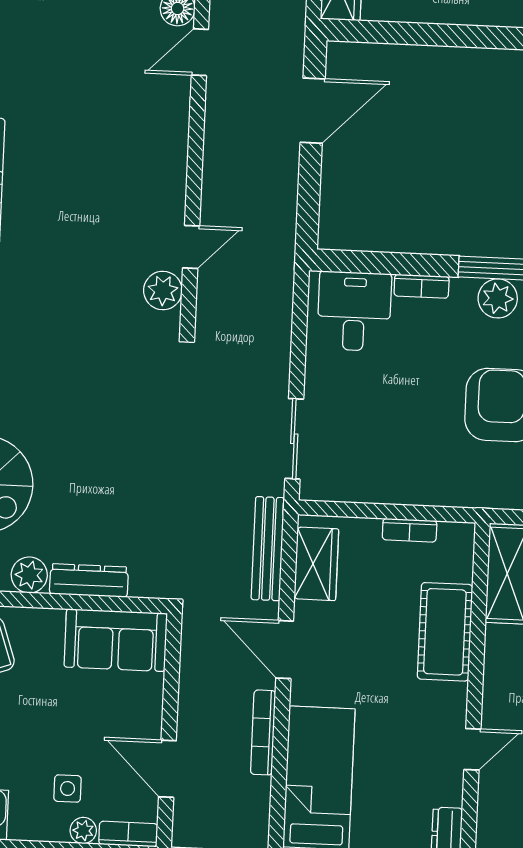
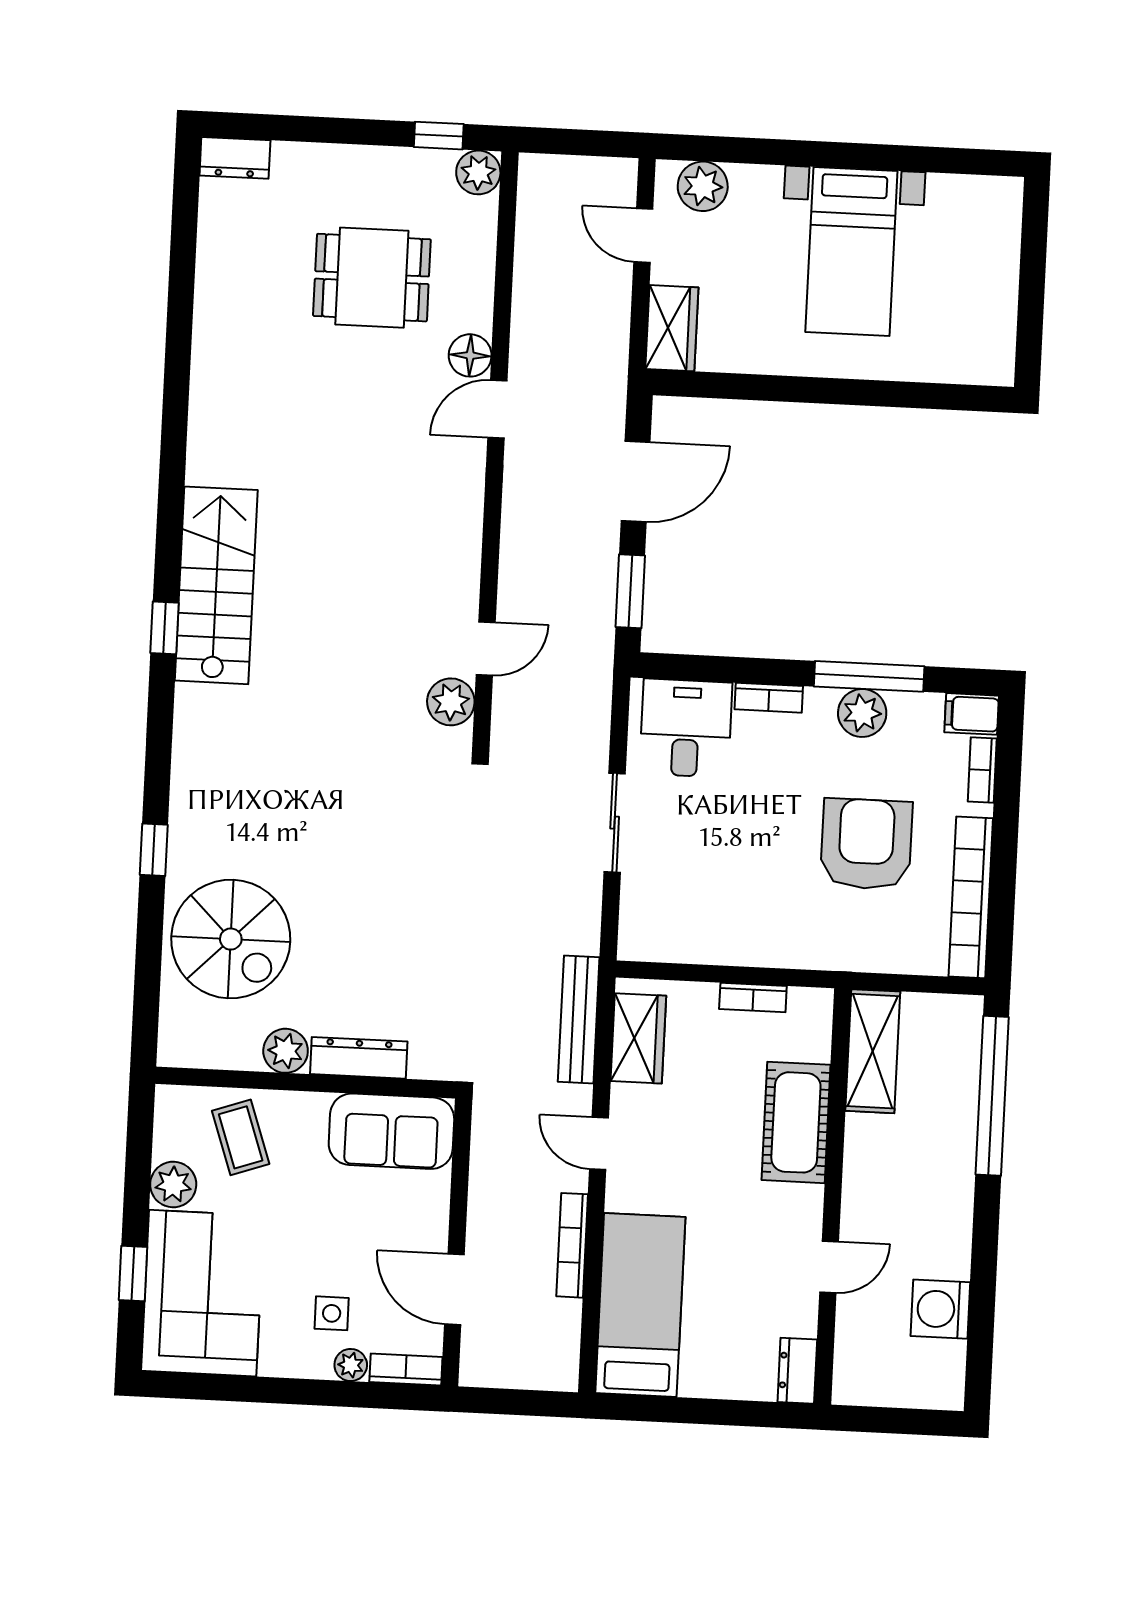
window: (309, 200) -> (630, 591), added
sliding door: (294, 439) -> (615, 823), moved
door: (285, 650) -> (599, 1144), width x0.73

